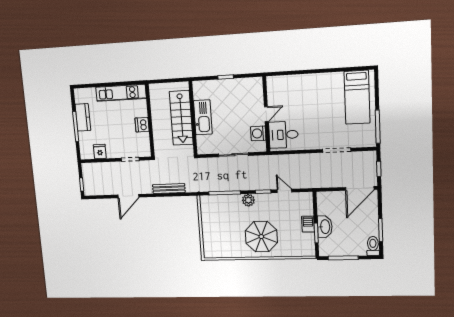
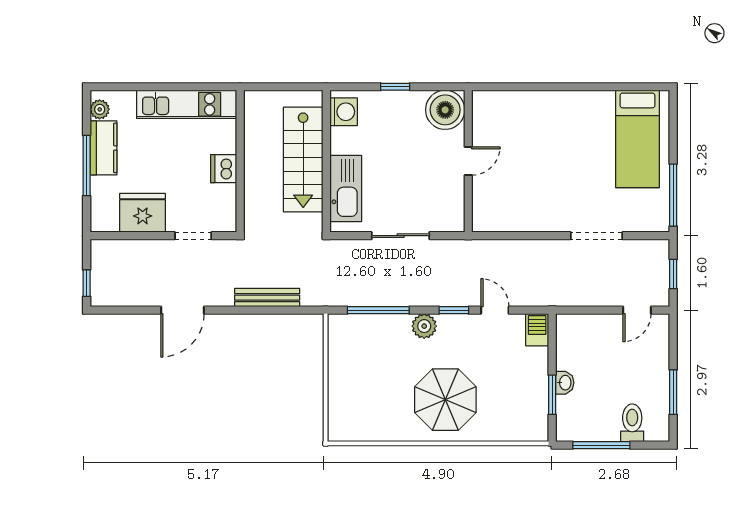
boiler: (253, 88) -> (445, 110), added
plant: (79, 98) -> (100, 109), added
kitchen sink: (203, 117) -> (346, 189), moved
washing machine: (258, 133) -> (344, 112), moved, turned 180
desk: (283, 135) -> (499, 202), removed
fridge: (100, 152) -> (143, 213), width x1.88, depth x1.34
door: (360, 188) -> (637, 310), width x0.53
barbecue: (308, 224) -> (537, 330), moved
washbasin: (325, 227) -> (565, 383), width x0.52, depth x0.69
toilet: (373, 246) -> (632, 423), moved

